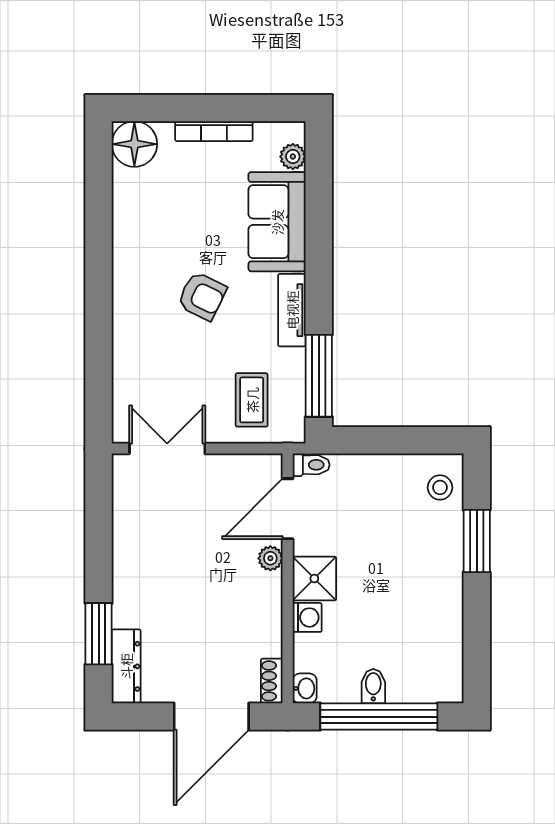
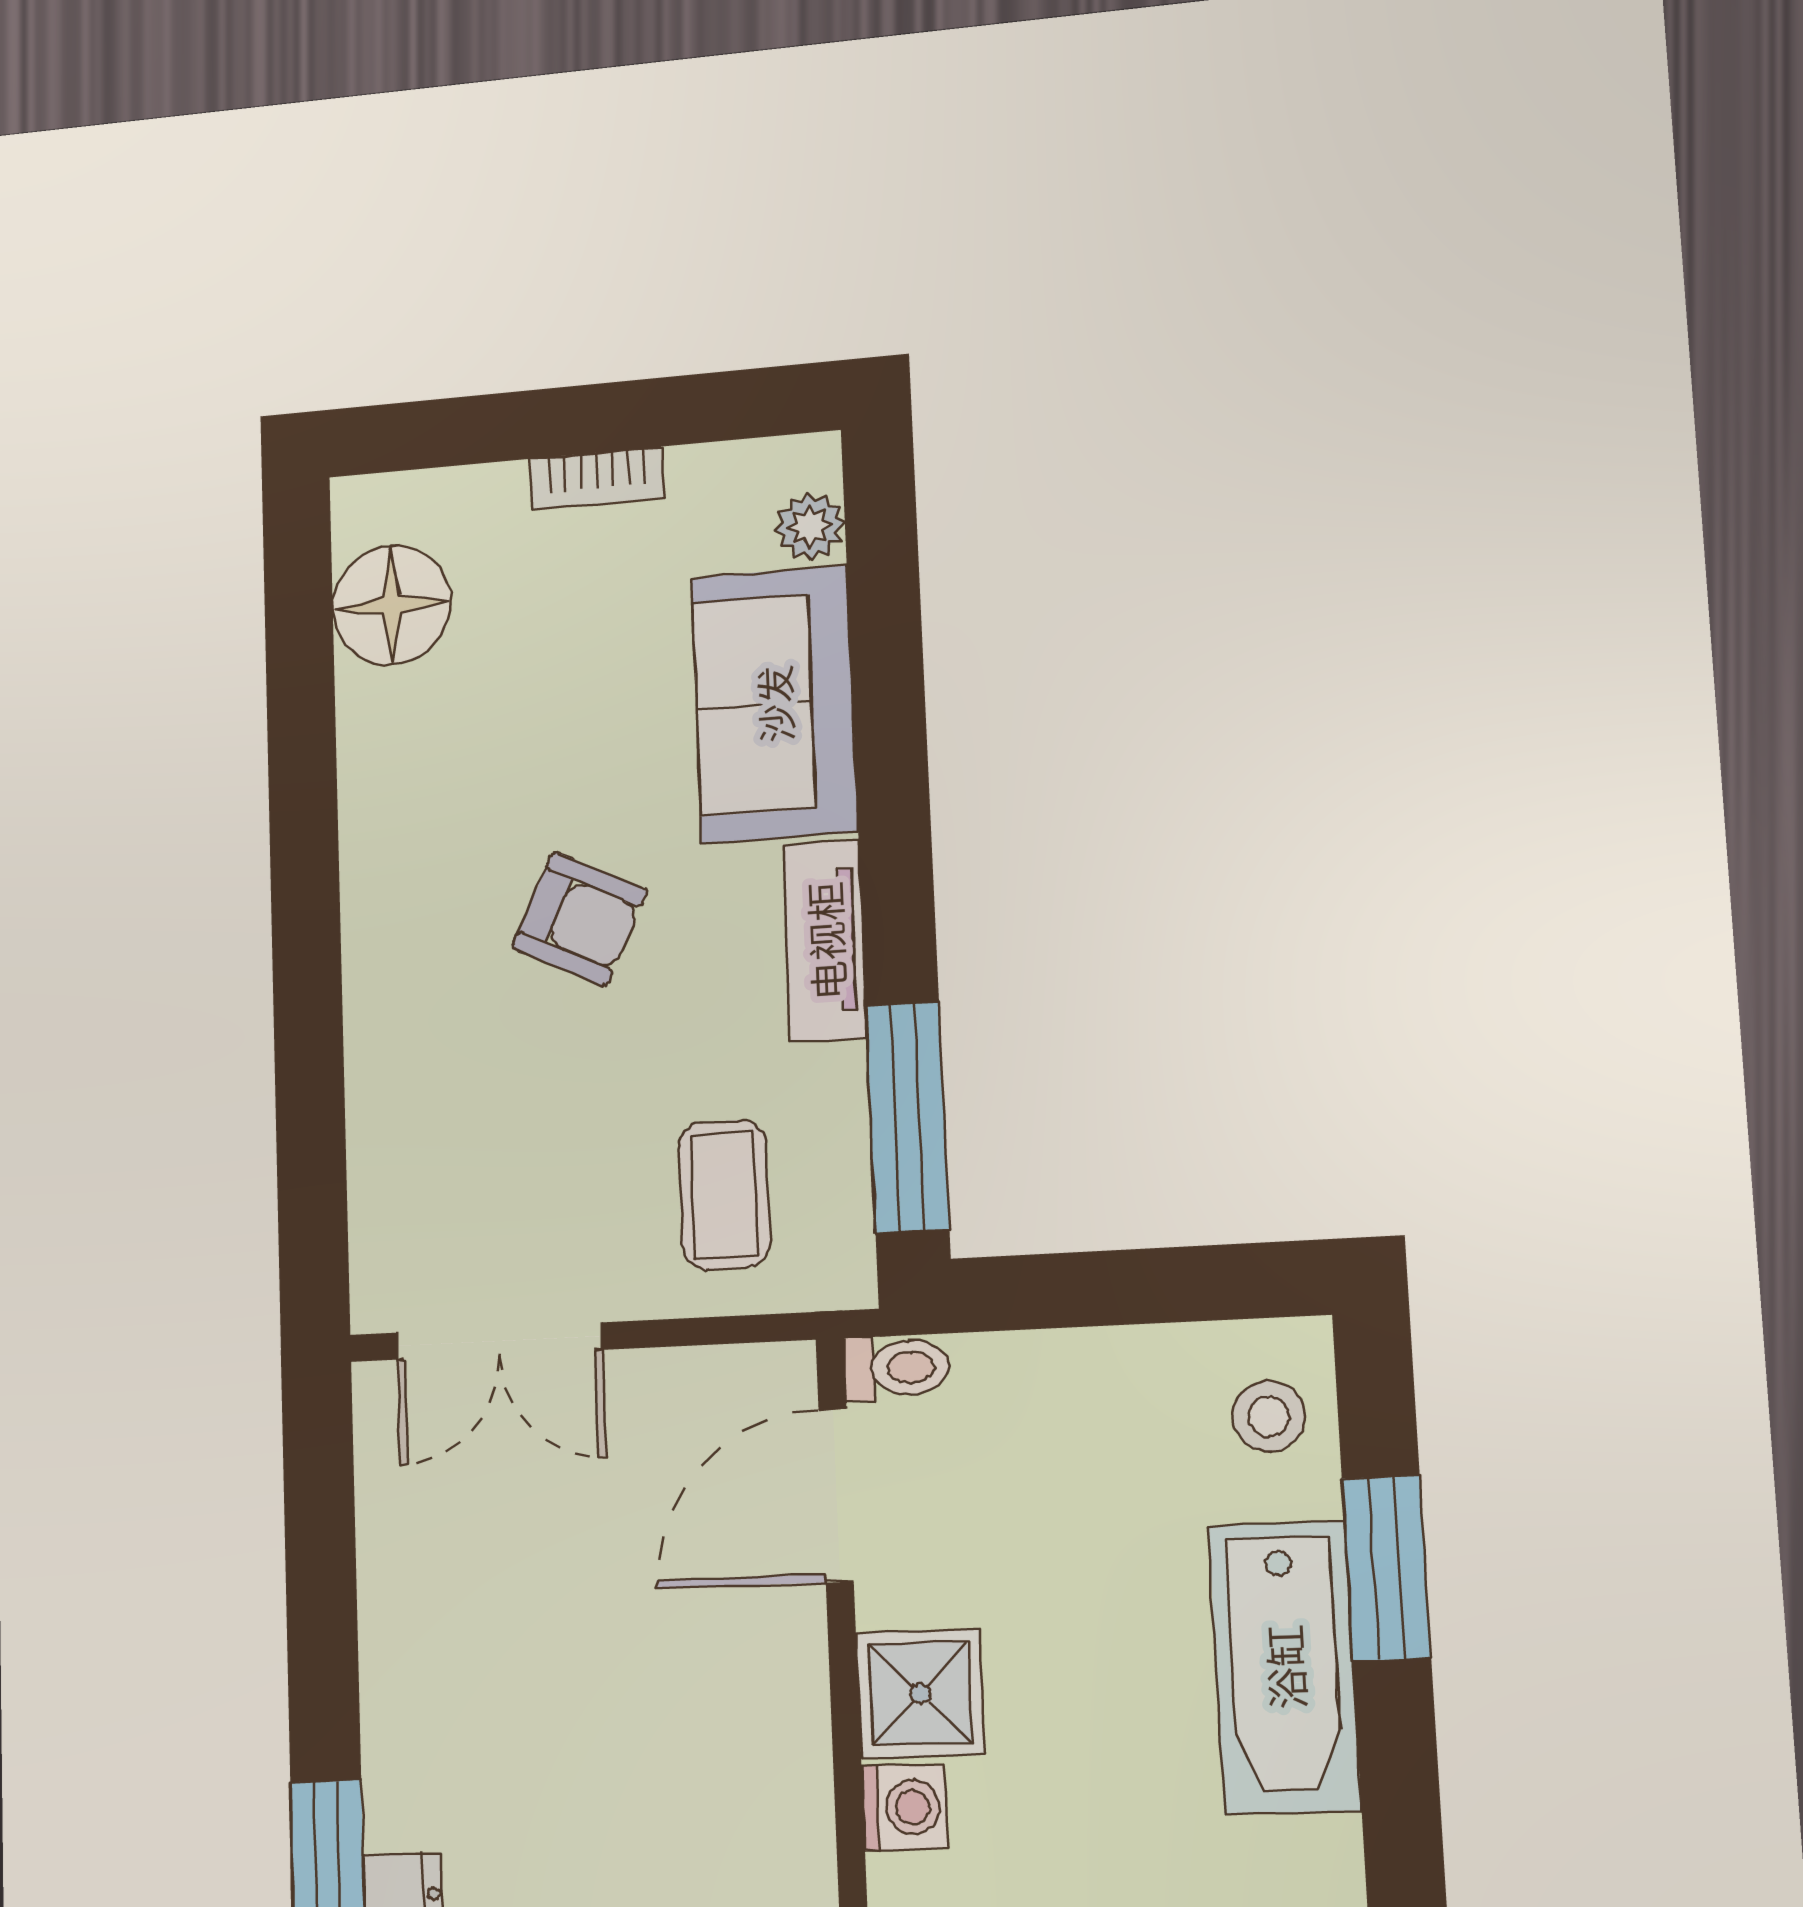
bookcase: (214, 131) -> (597, 479), width x0.64
floor lamp: (134, 144) -> (392, 605), moved
double door: (167, 448) -> (499, 1341), swing flipped
plant: (270, 558) -> (794, 1639), removed
bathtub: (440, 573) -> (1284, 1667), added

